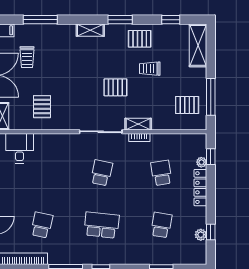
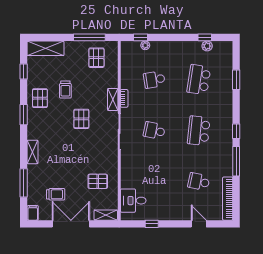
shelving: (90, 30) -> (32, 152), moved
locker: (200, 188) -> (167, 46), removed
school desk: (161, 225) -> (199, 80), width x1.85

